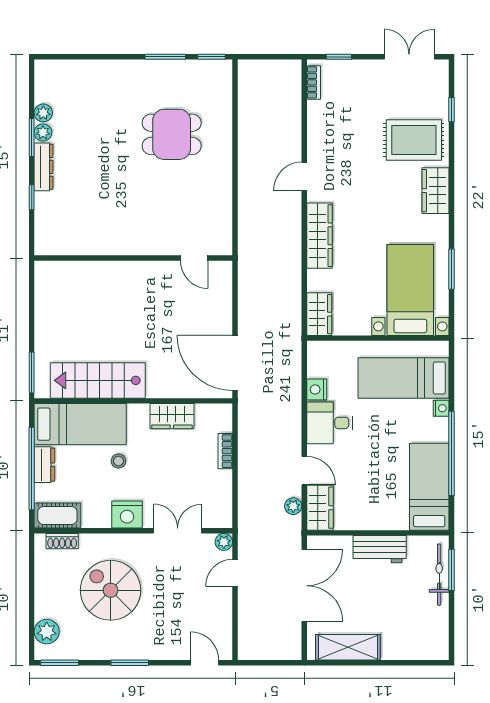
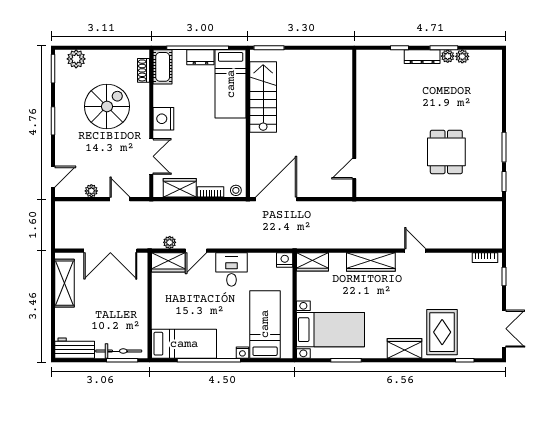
nightstand: (317, 389) -> (285, 260), moved
wardrobe: (172, 416) -> (180, 188), moved, turned 90
stool: (118, 461) -> (236, 190), moved
plant: (224, 542) -> (91, 191), moved
workbench: (380, 549) -> (75, 348), moved, turned 90

